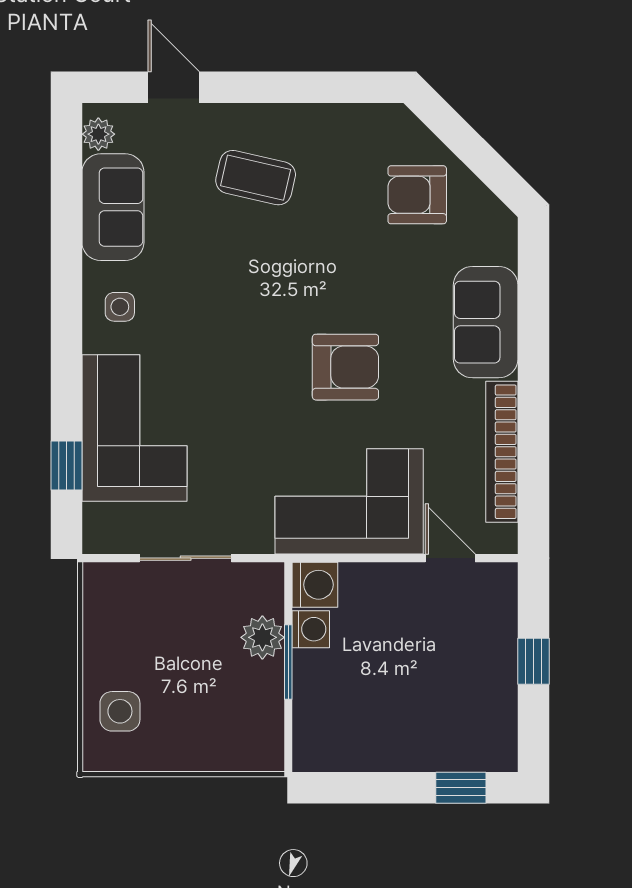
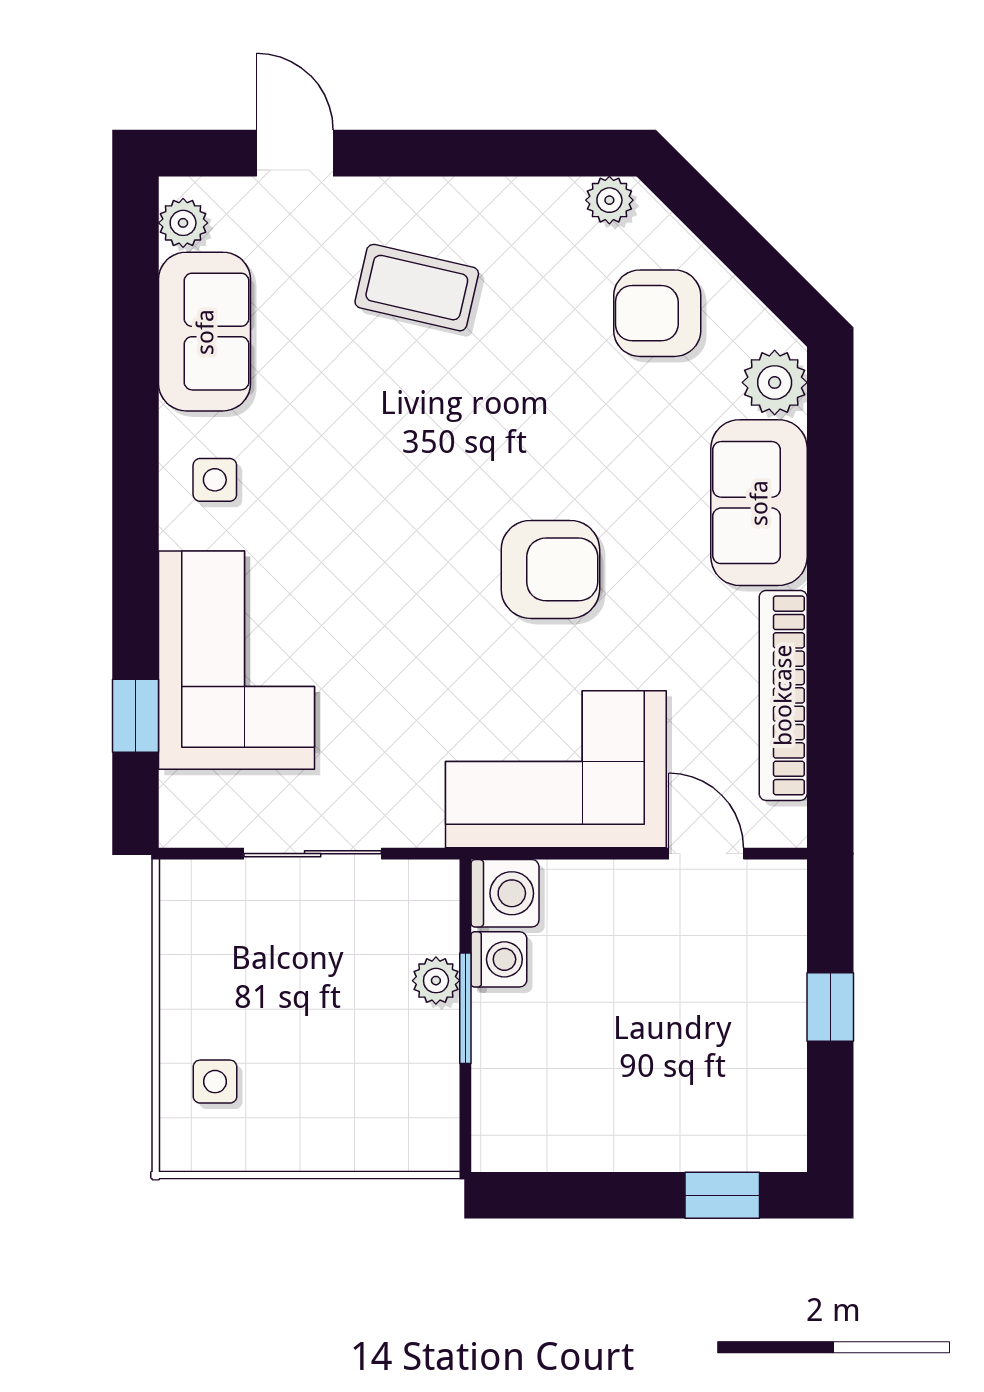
plant: (385, 119) -> (609, 200), added
plant: (496, 241) -> (775, 382), added
plant: (262, 637) -> (436, 981), width x0.73, depth x0.73
side table: (120, 711) -> (215, 1082), width x0.73, depth x0.73

